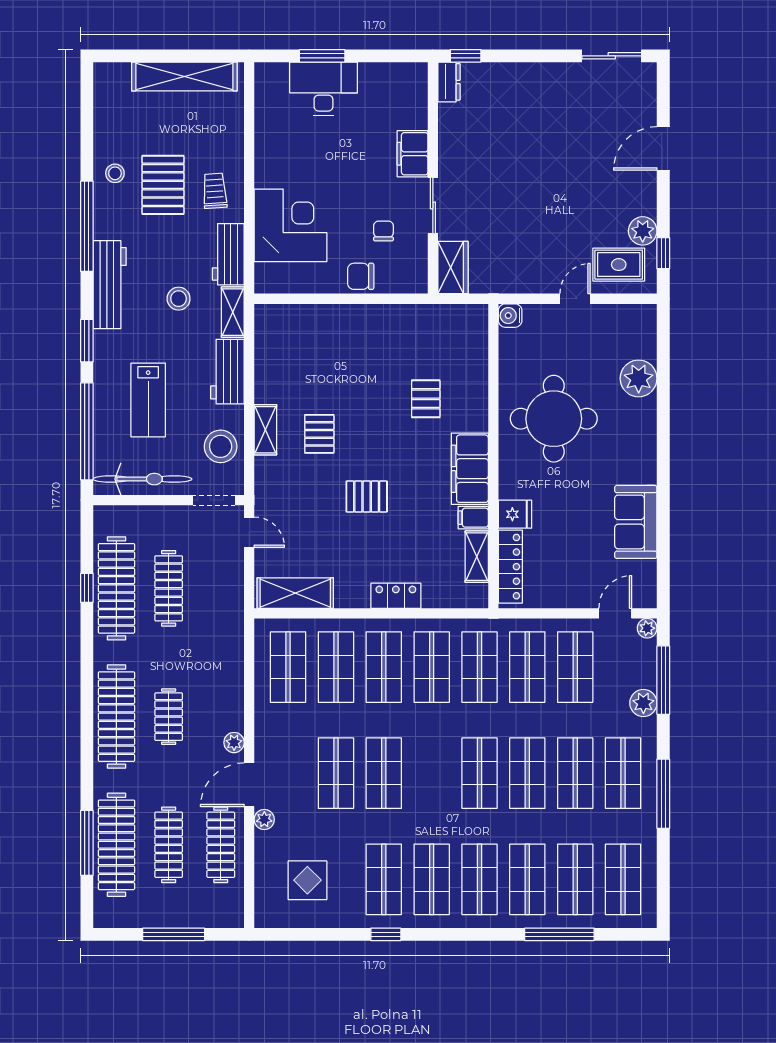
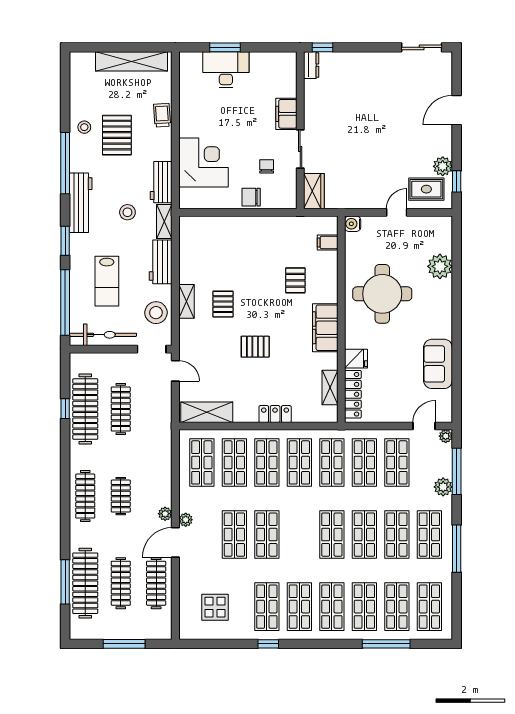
trolley: (215, 191) -> (162, 115), moved
filing cabinet: (473, 518) -> (328, 242), moved
clothes rail: (116, 717) -> (85, 496), width x0.73, depth x0.76
plant: (264, 819) -> (186, 520), moved

